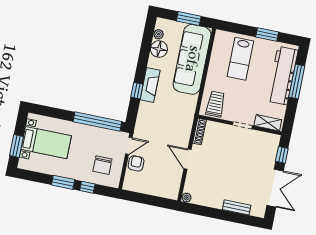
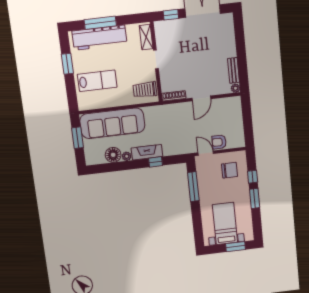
plant: (159, 34) -> (127, 156), moved
window: (97, 122) -> (193, 187), width x0.68
bench: (237, 207) -> (233, 70), moved

